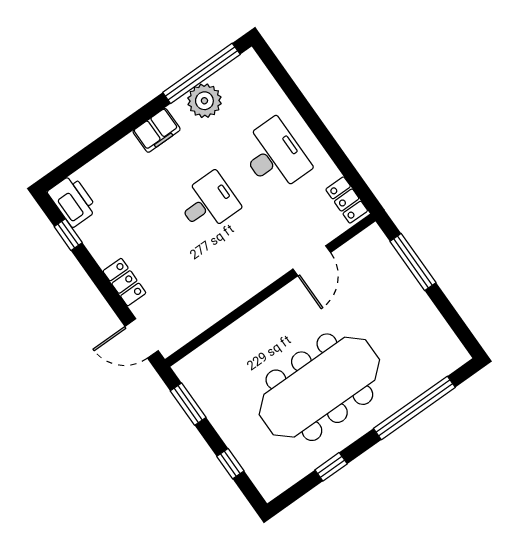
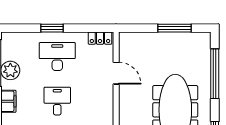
window: (311, 118) -> (52, 28), added
window: (413, 262) -> (175, 28), moved

